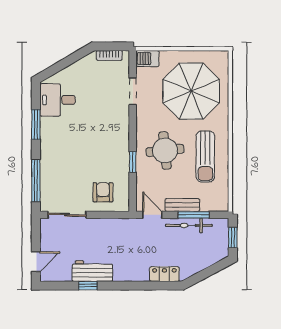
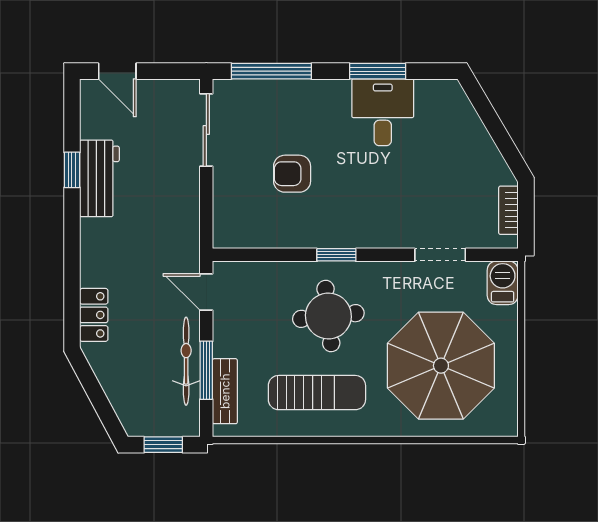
desk: (58, 100) -> (383, 112), moved
sun lounger: (205, 156) -> (317, 393), turned 180
window: (133, 162) -> (336, 255), moved
armchair: (103, 192) -> (292, 174), moved, turned 180
bench: (182, 205) -> (225, 391), moved
door: (152, 215) -> (206, 292), swing flipped

